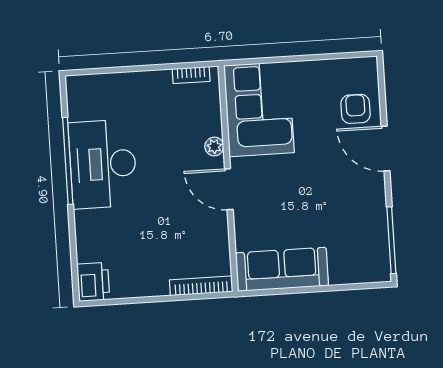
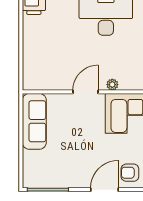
armchair: (356, 109) -> (130, 173), turned 180
bookcase: (201, 286) -> (27, 71), removed

